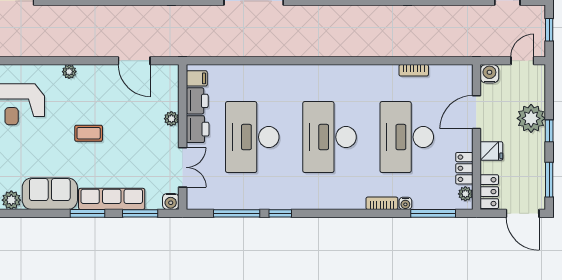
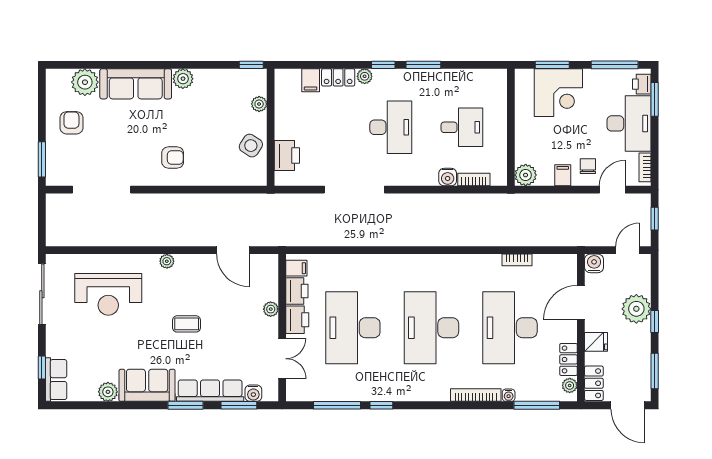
water cooler: (171, 201) -> (253, 393), moved
bookcase: (382, 203) -> (476, 395), width x1.56

